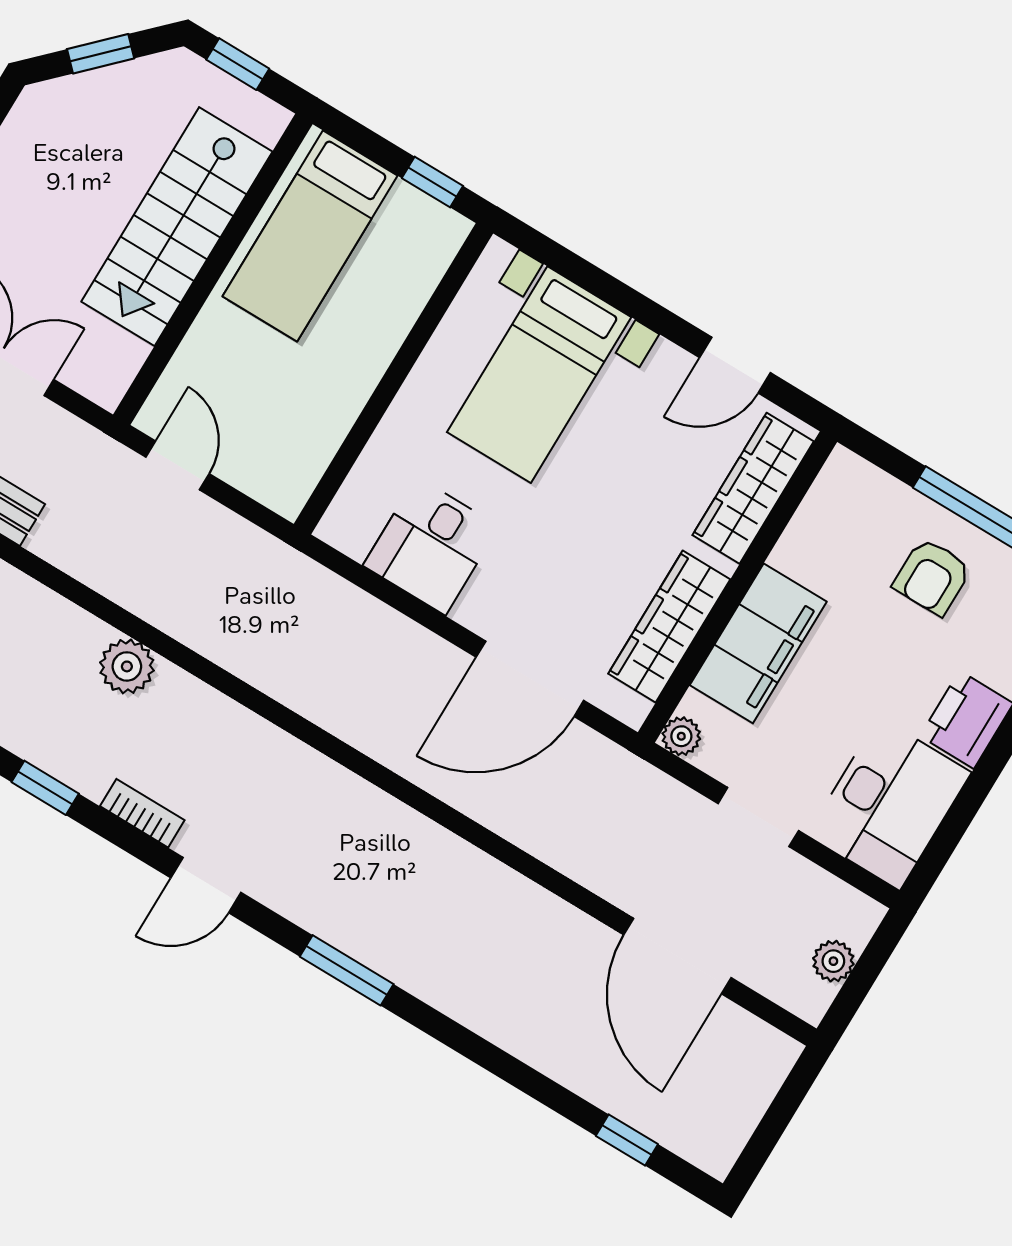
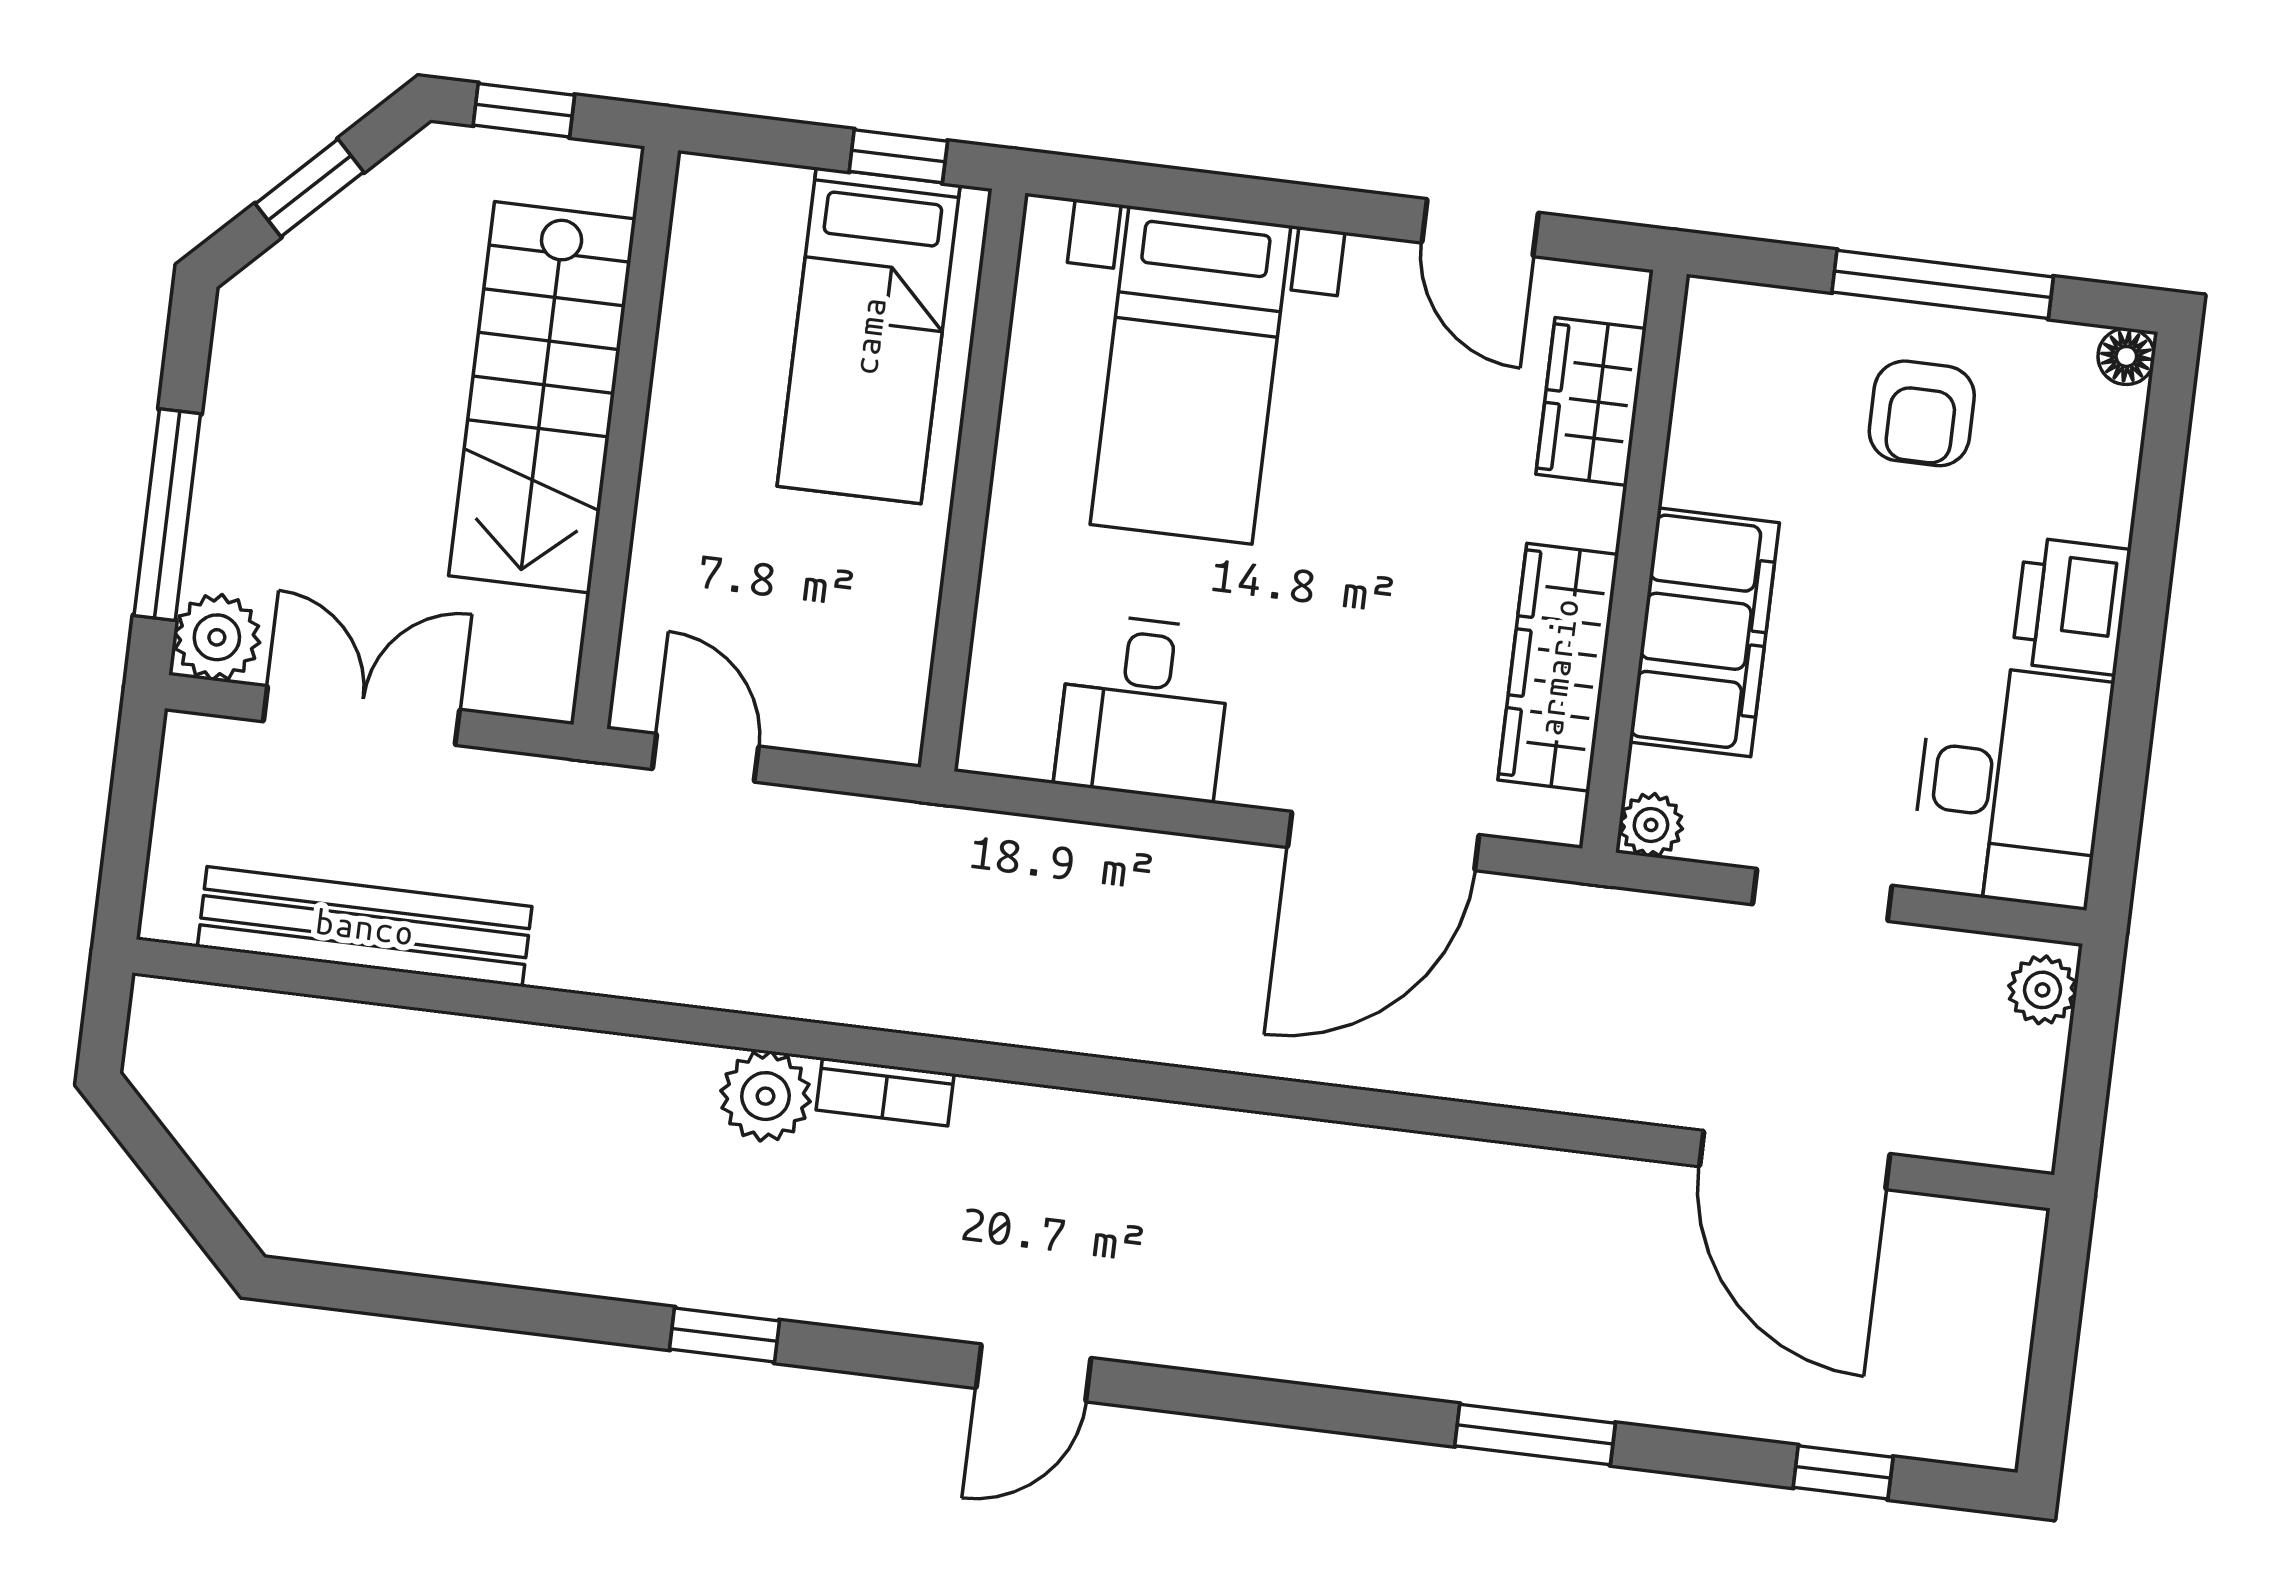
bed: (310, 236) -> (869, 336), moved
door: (735, 365) -> (1480, 228), hinge flipped
wardrobe: (753, 488) -> (1591, 401), width x0.67
bookcase: (142, 813) -> (885, 1092), moved, turned 180
plant: (833, 961) -> (2042, 990), moved
window: (347, 970) -> (1535, 1435), moved

